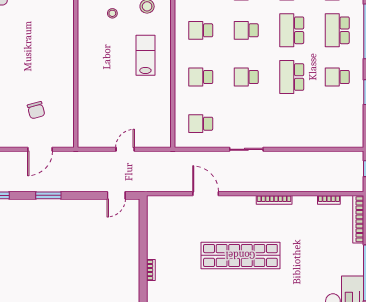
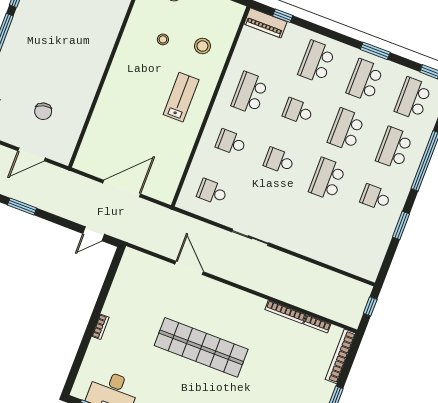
school desk: (201, 30) -> (250, 93), width x1.85
door: (125, 149) -> (122, 188), width x1.88
bookcase: (274, 200) -> (285, 312), moved

